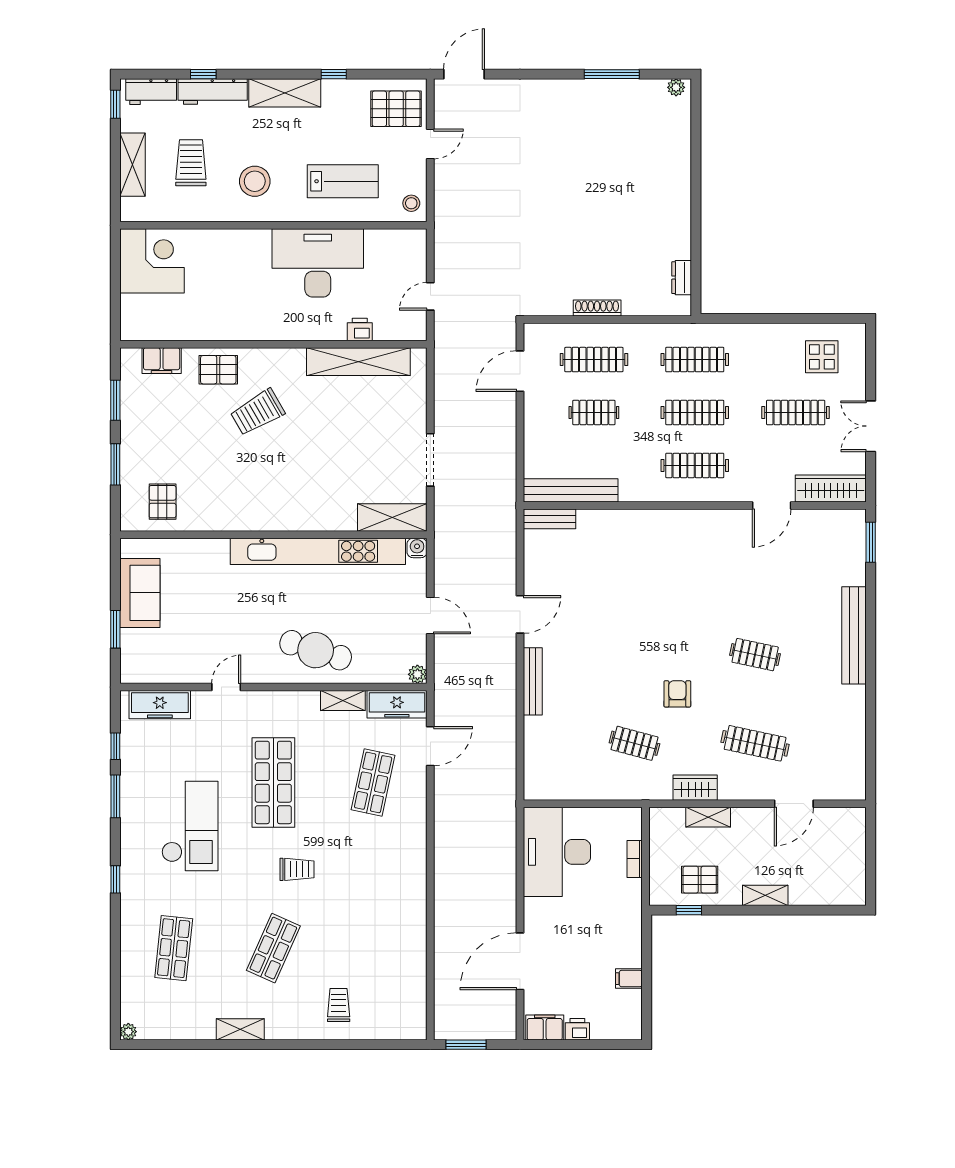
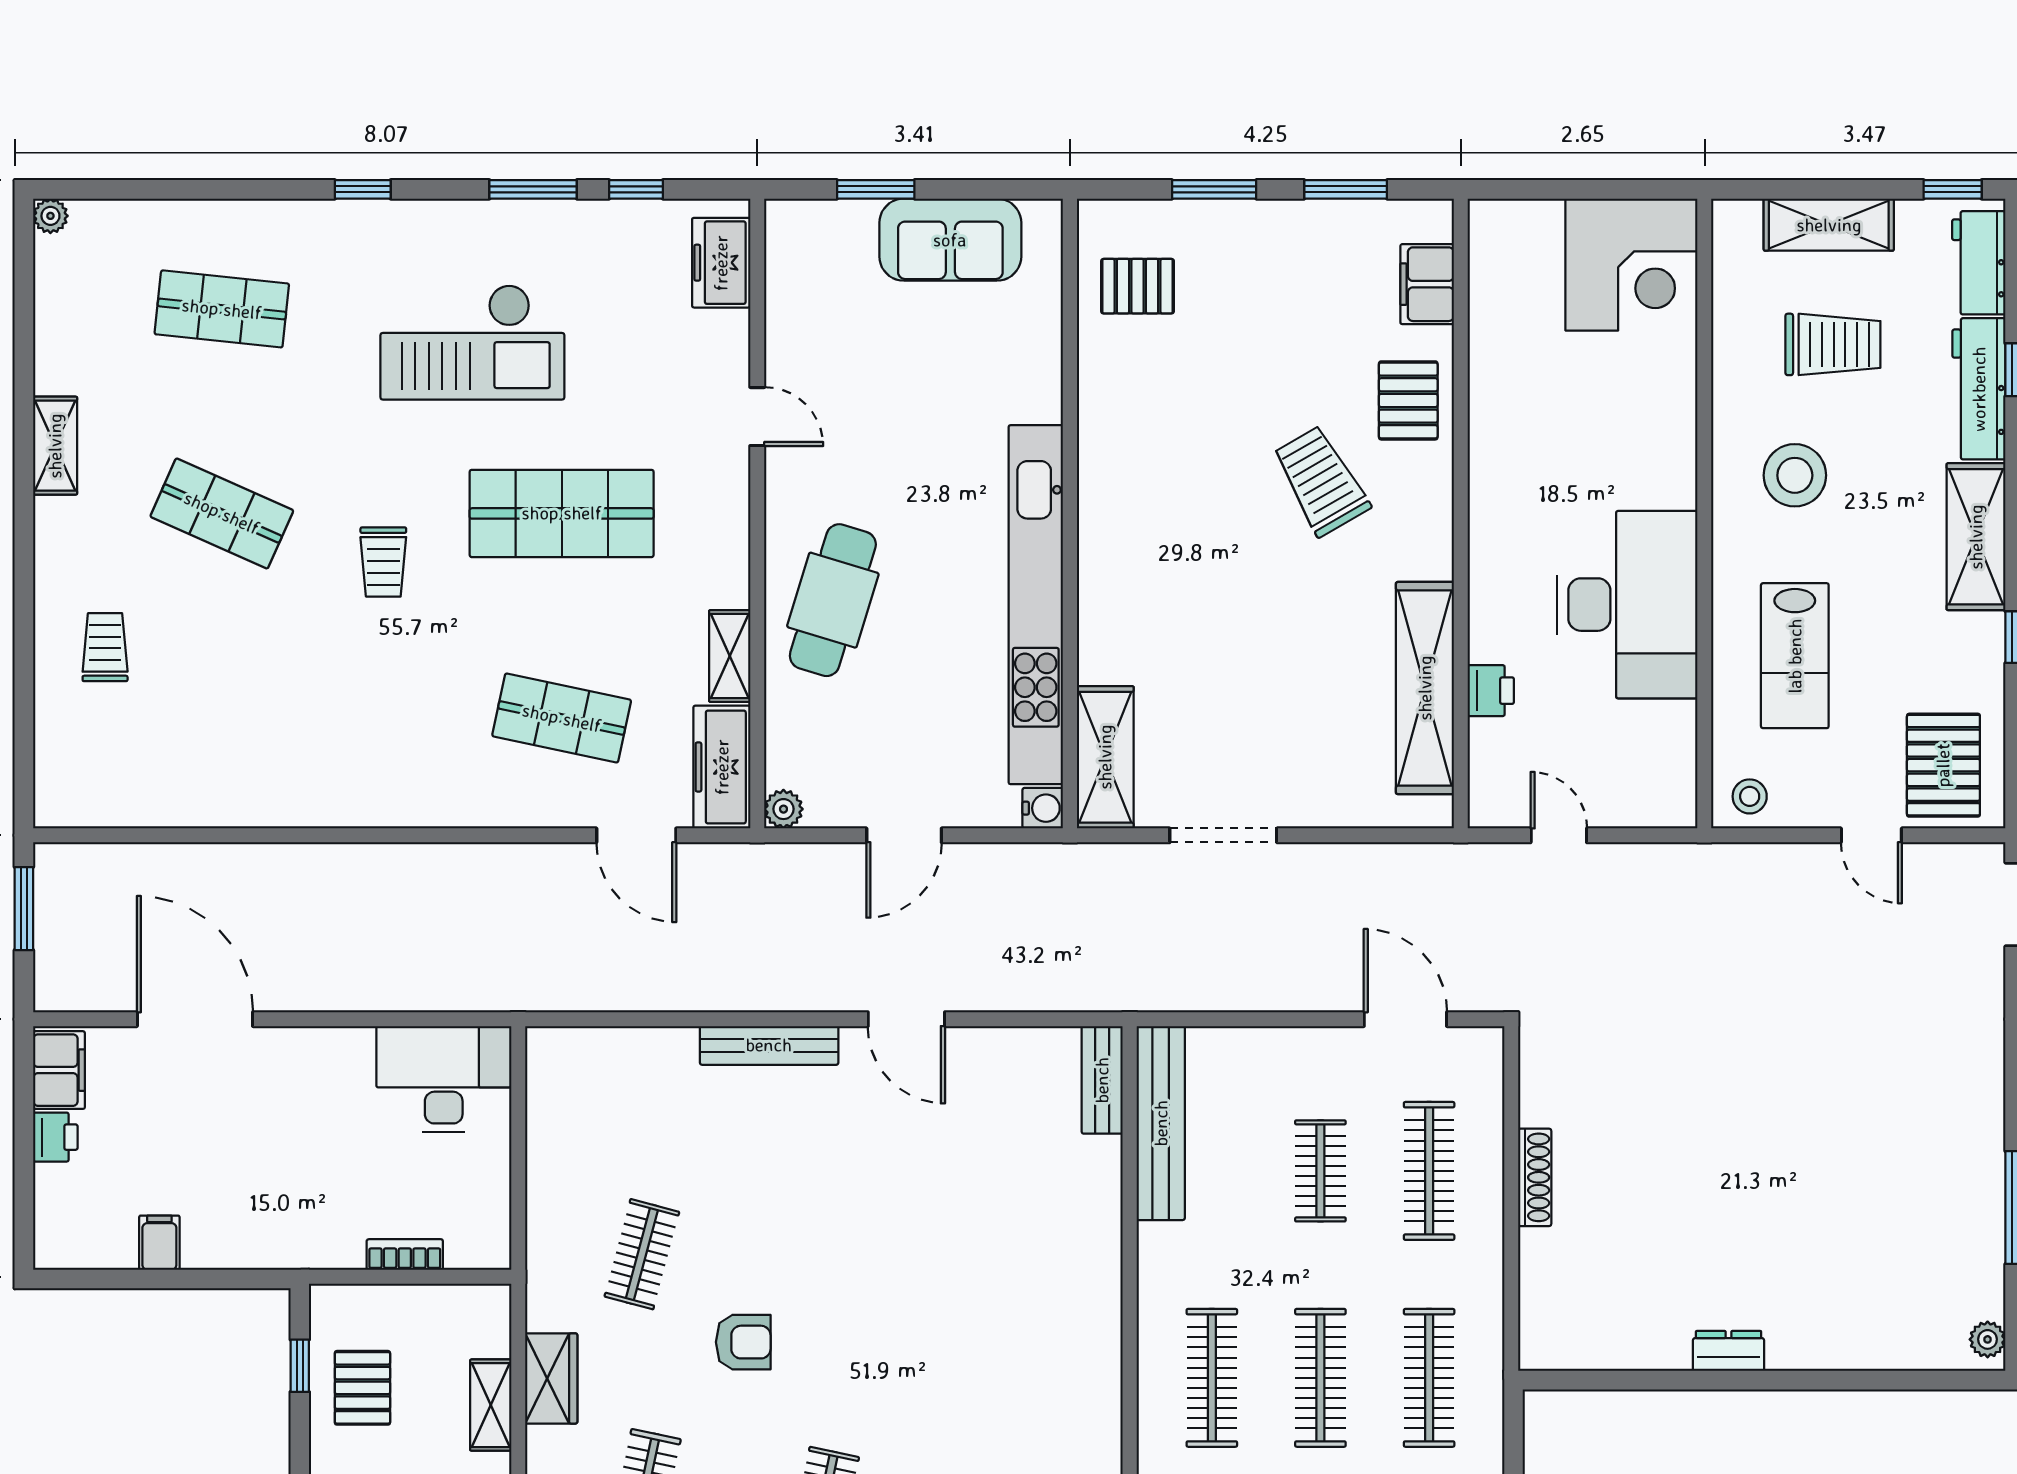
dresser: (682, 278) -> (1729, 1351), moved
freezer: (160, 705) -> (721, 263), width x0.71
desk: (557, 852) -> (444, 1079), width x0.73, depth x0.77
trolley: (339, 1005) -> (105, 647), turned -90

